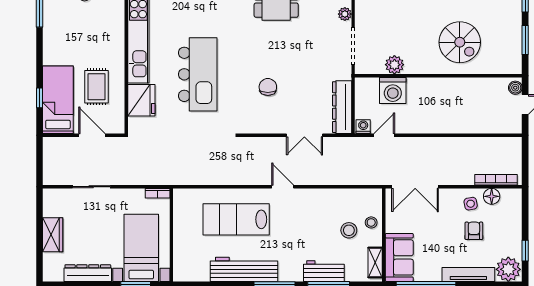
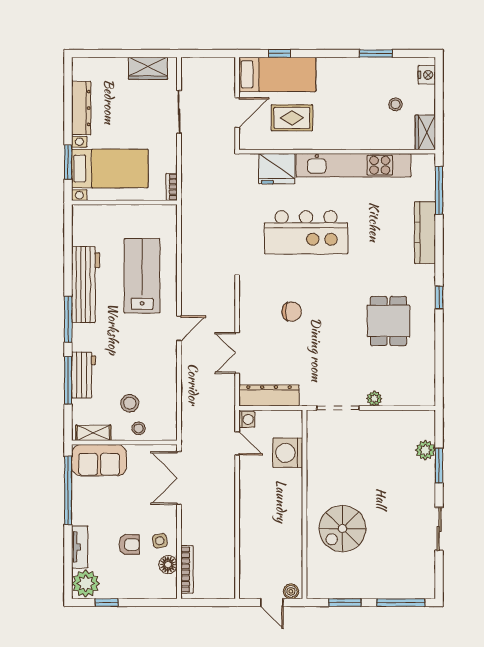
plant: (394, 65) -> (317, 455), removed
wardrobe: (53, 235) -> (148, 68), moved
tv unit: (468, 274) -> (80, 547), width x0.71

